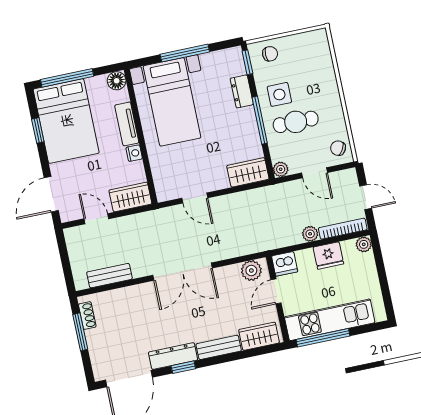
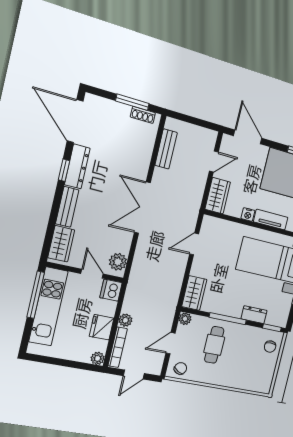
side table: (279, 94) -> (239, 341), removed

